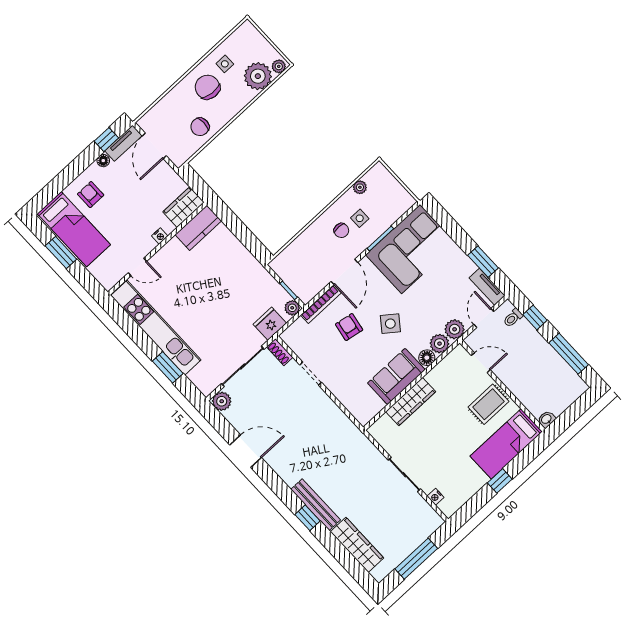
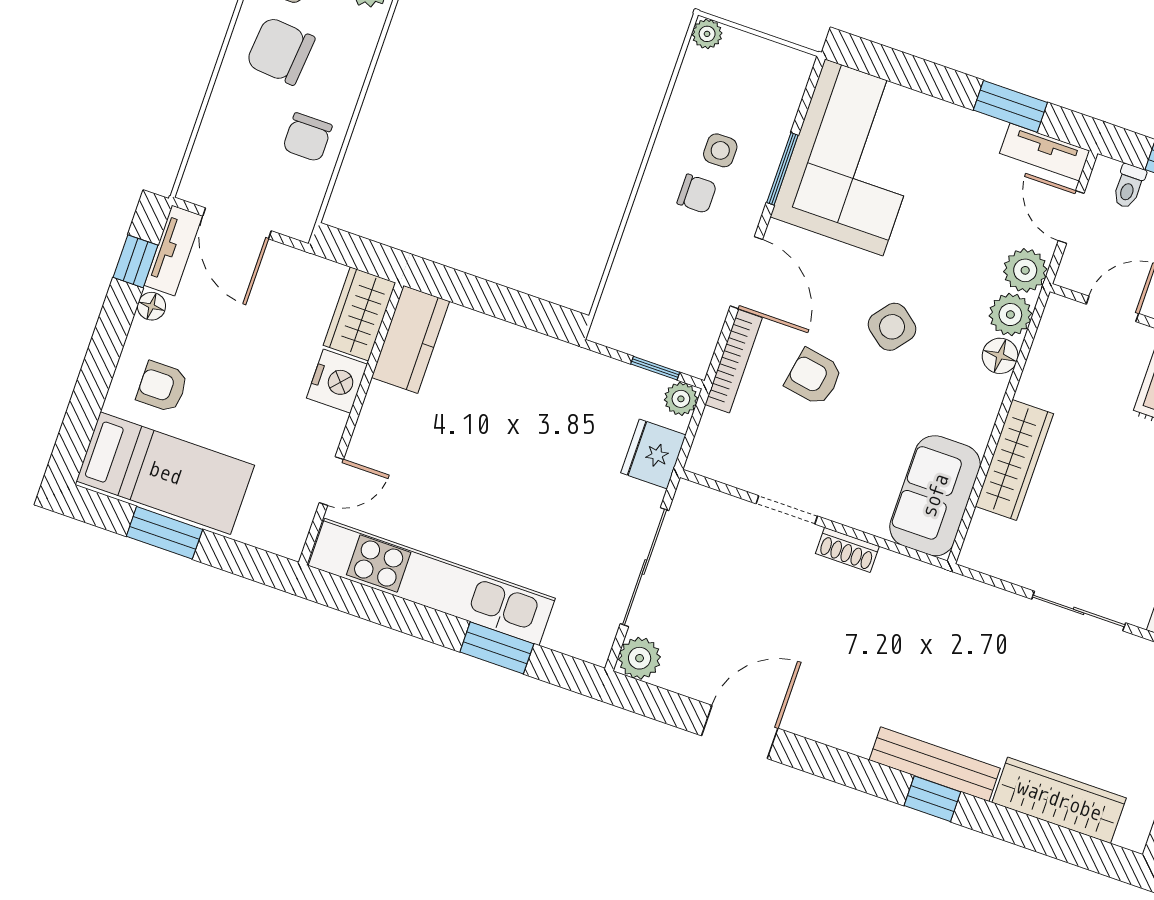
plant: (360, 187) -> (707, 34), moved
nightstand: (160, 236) -> (337, 381), width x1.89, depth x1.79
shoe rack: (280, 352) -> (847, 550), moved
sofa: (396, 376) -> (935, 496), moved

